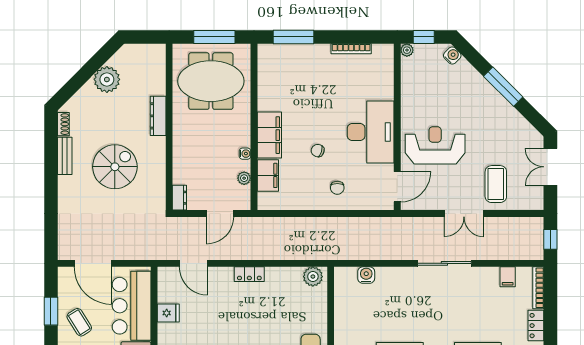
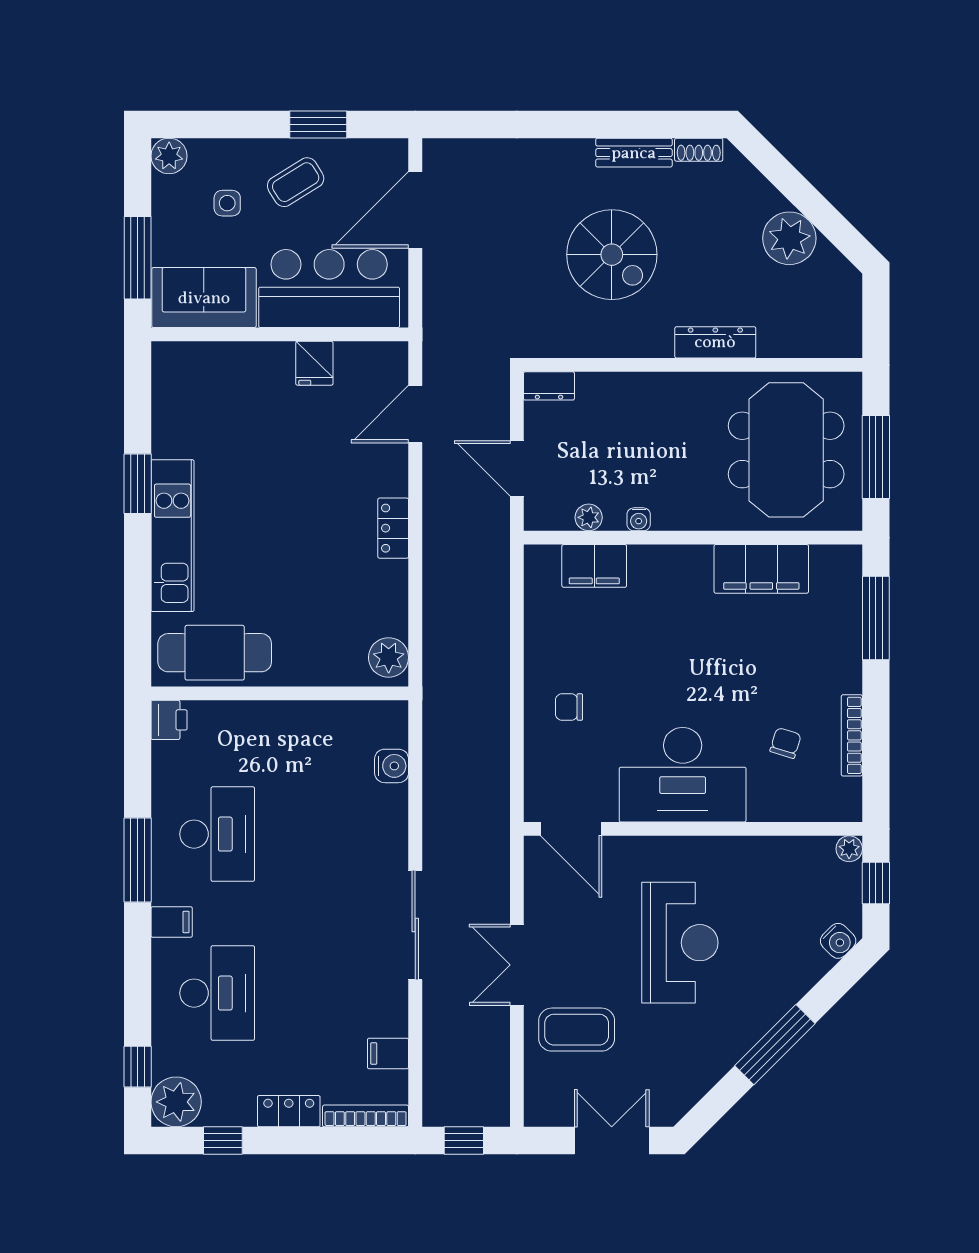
filing cabinet: (269, 135) -> (761, 569), moved
reception desk: (435, 145) -> (680, 943), moved
chair: (318, 151) -> (786, 743), moved

